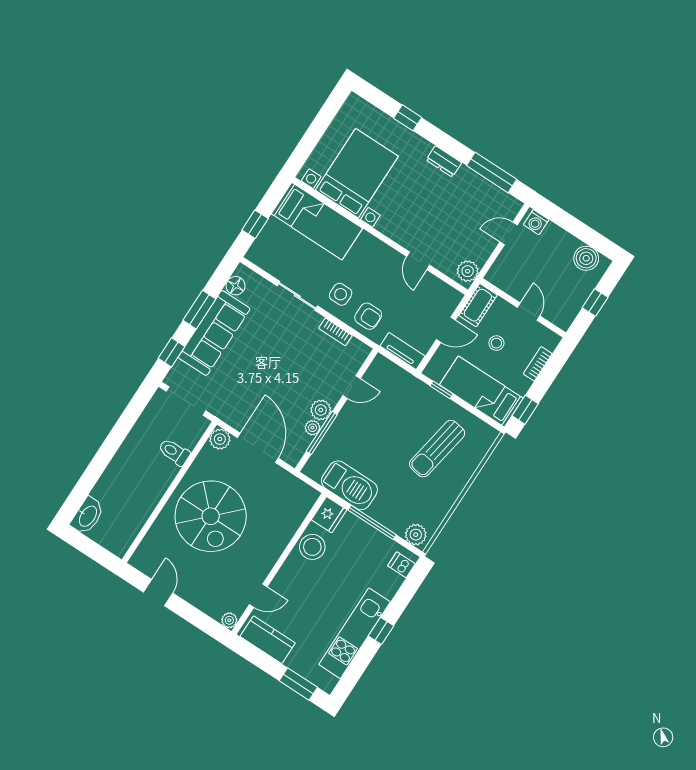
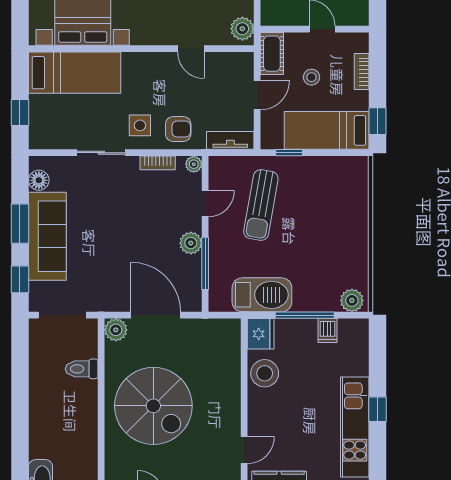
plant: (312, 428) -> (194, 164), moved
sun lounger: (437, 449) -> (261, 205), moved
dishwasher: (401, 565) -> (327, 331), moved, turned -90

